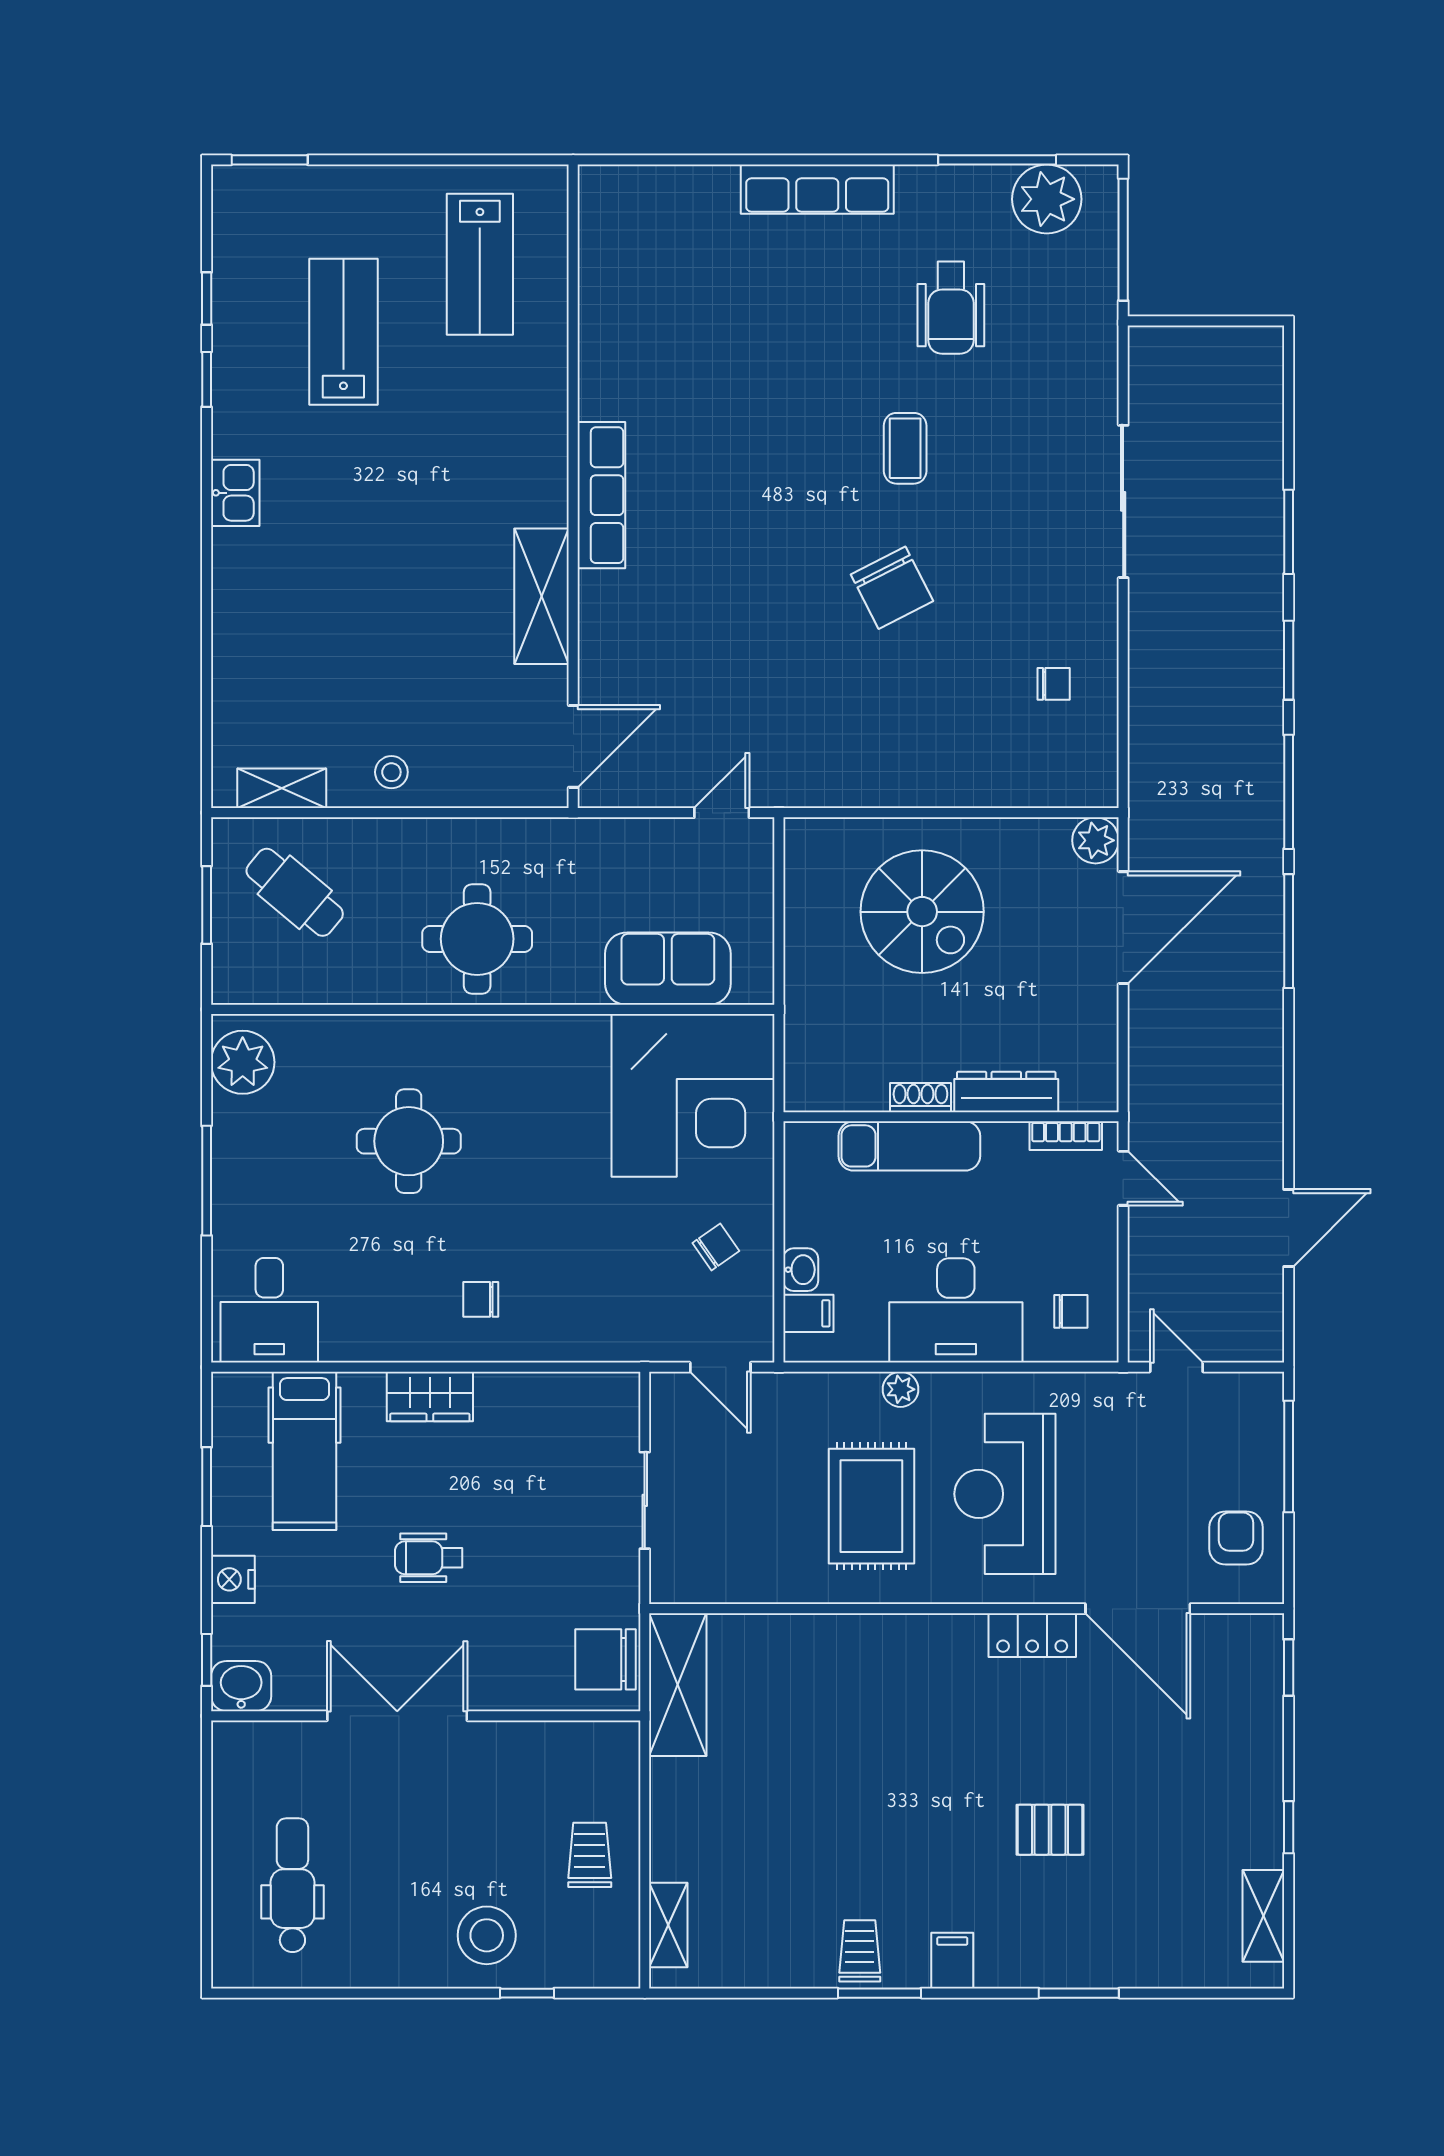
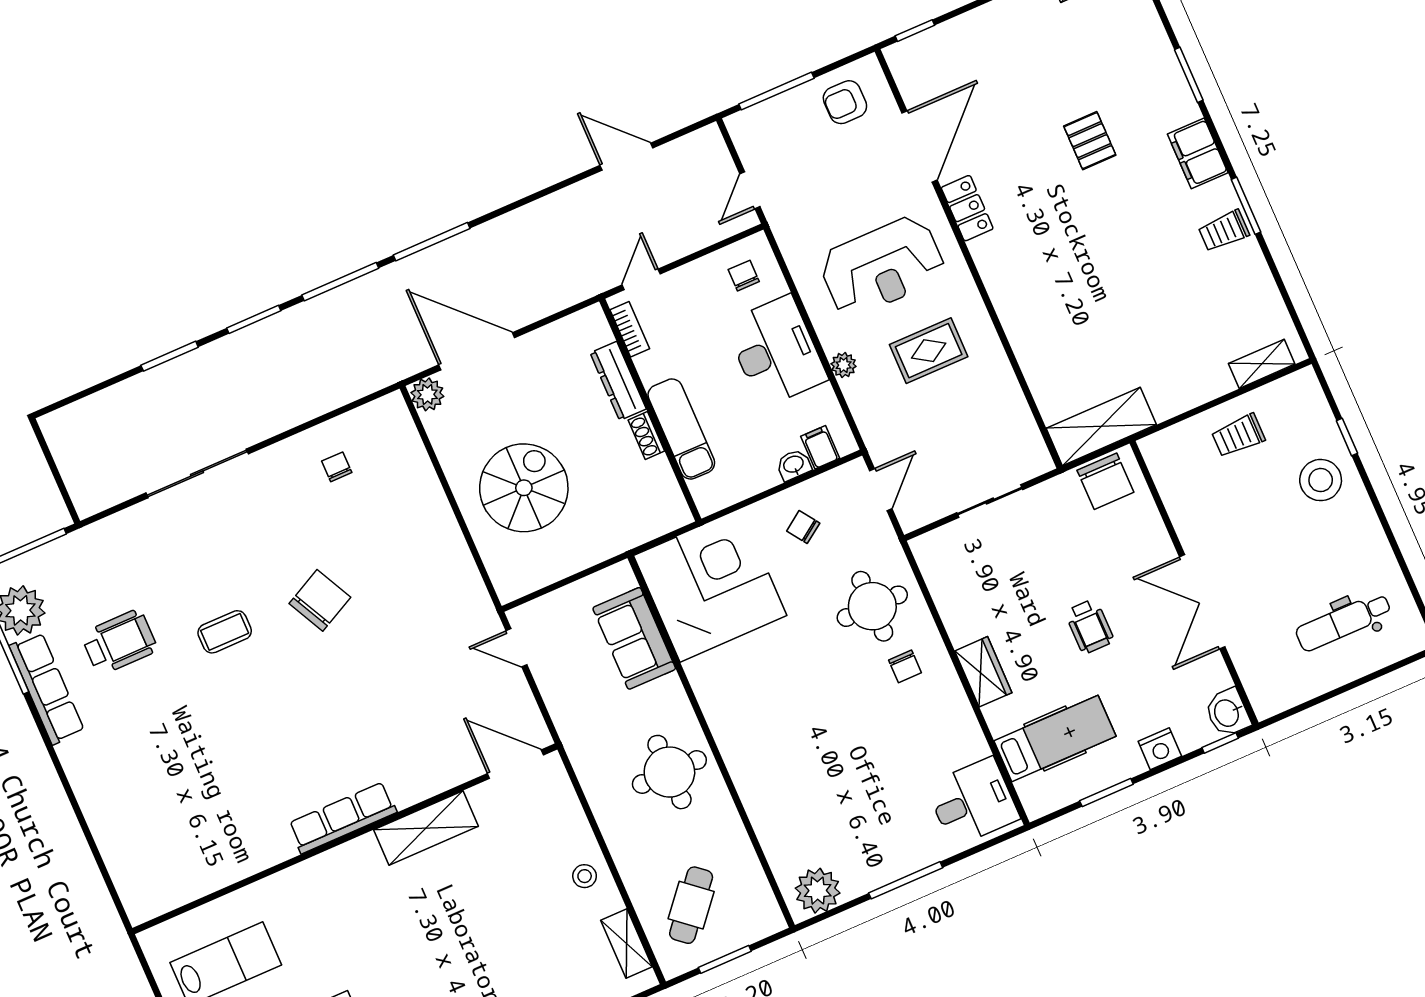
row of seats: (817, 189) -> (47, 688), moved
round table: (409, 1141) -> (872, 606), moved
rug: (871, 1506) -> (929, 351), width x0.73, depth x0.70
filing cabinet: (952, 1961) -> (1198, 153), width x2.00

